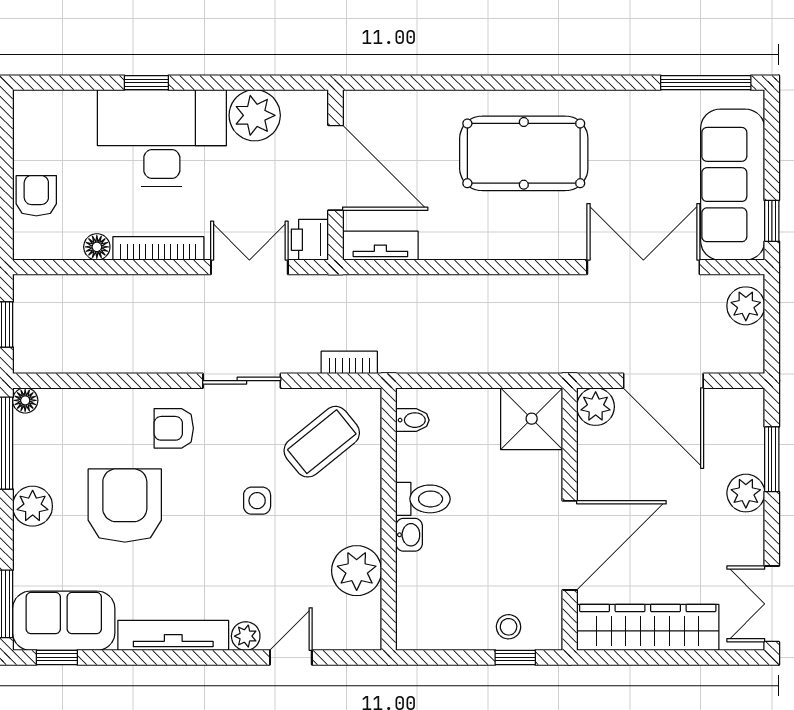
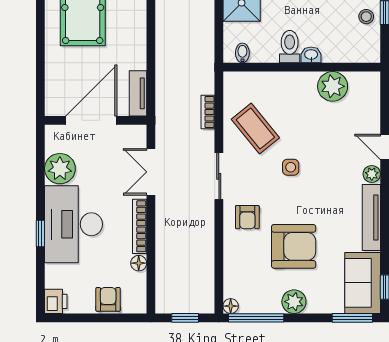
armchair: (36, 196) -> (108, 299), turned 90
printer: (310, 240) -> (56, 301), moved, turned -90
bidet: (412, 420) -> (242, 53), moved
toilet: (423, 499) -> (290, 47), moved
armchair: (125, 506) -> (294, 246), turned 180
wall: (389, 519) -> (302, 67), moved
washbasin: (409, 535) -> (311, 55), moved
plant: (357, 571) -> (333, 86), moved

